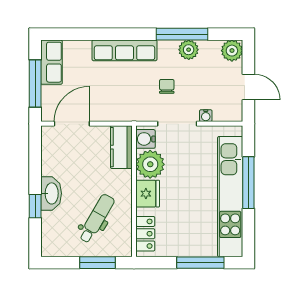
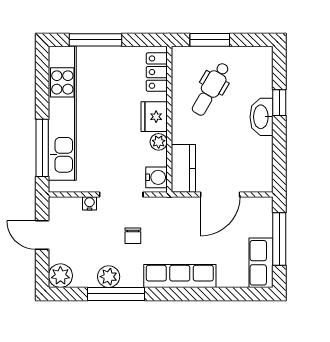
door: (72, 124) -> (220, 194), moved
plant: (150, 164) -> (159, 142), width x0.53, depth x0.53
window: (248, 183) -> (42, 148), moved

